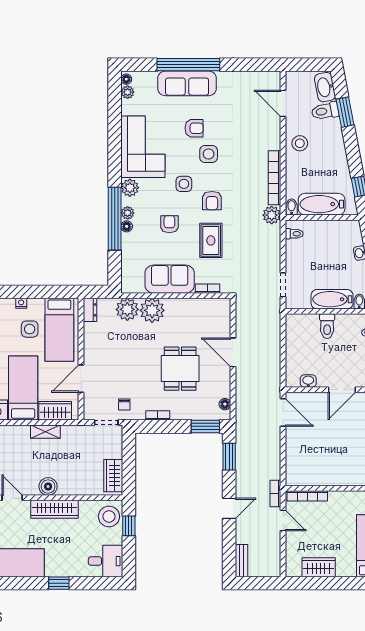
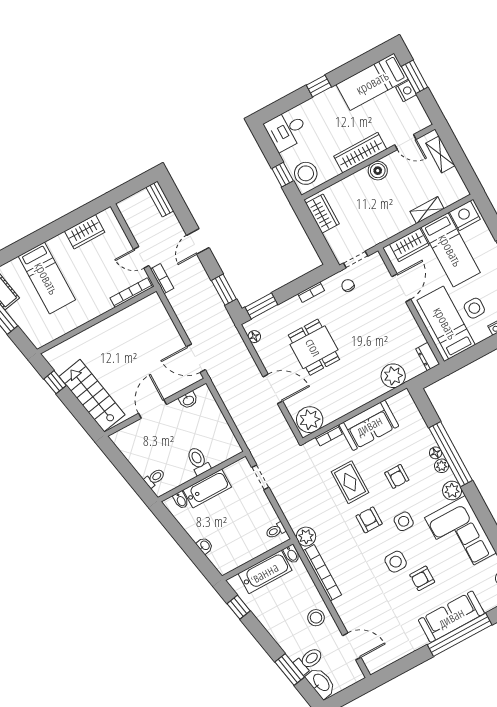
plant: (152, 310) -> (310, 420), moved
shelving: (45, 432) -> (427, 210), moved

